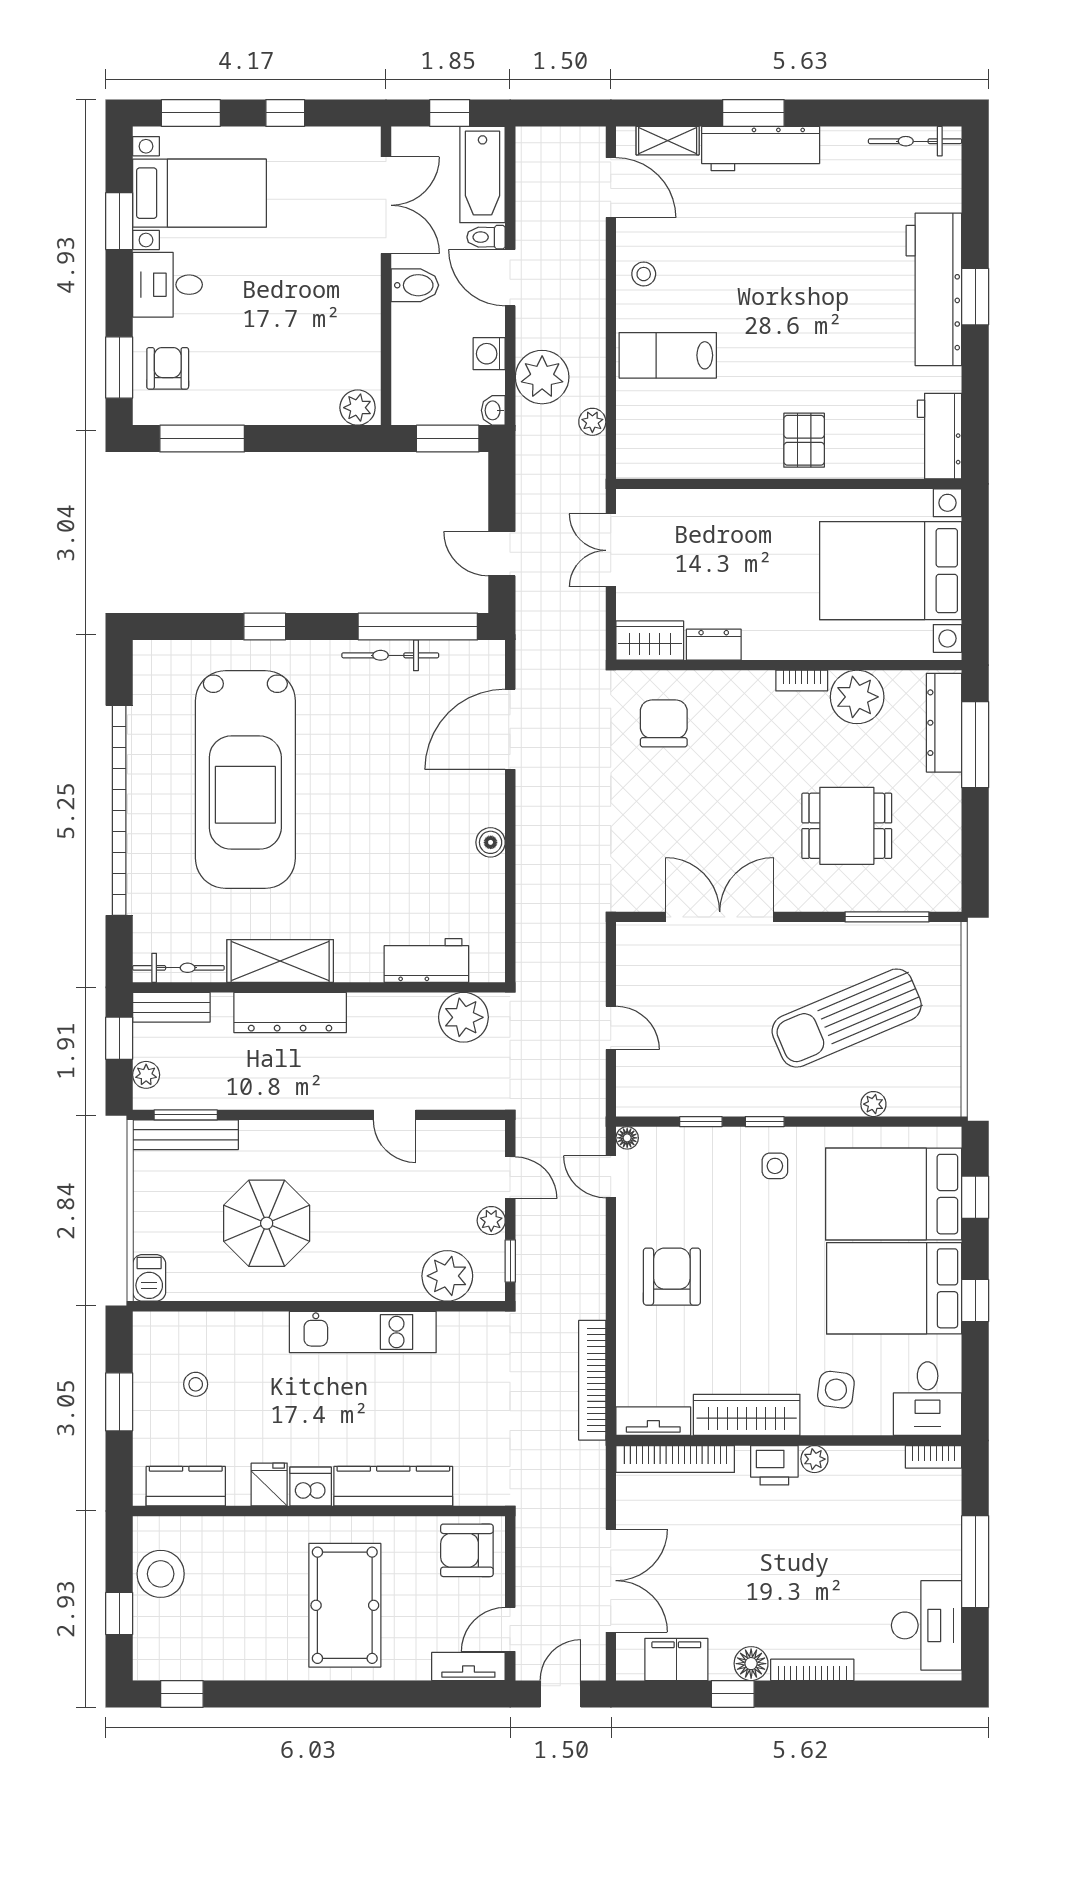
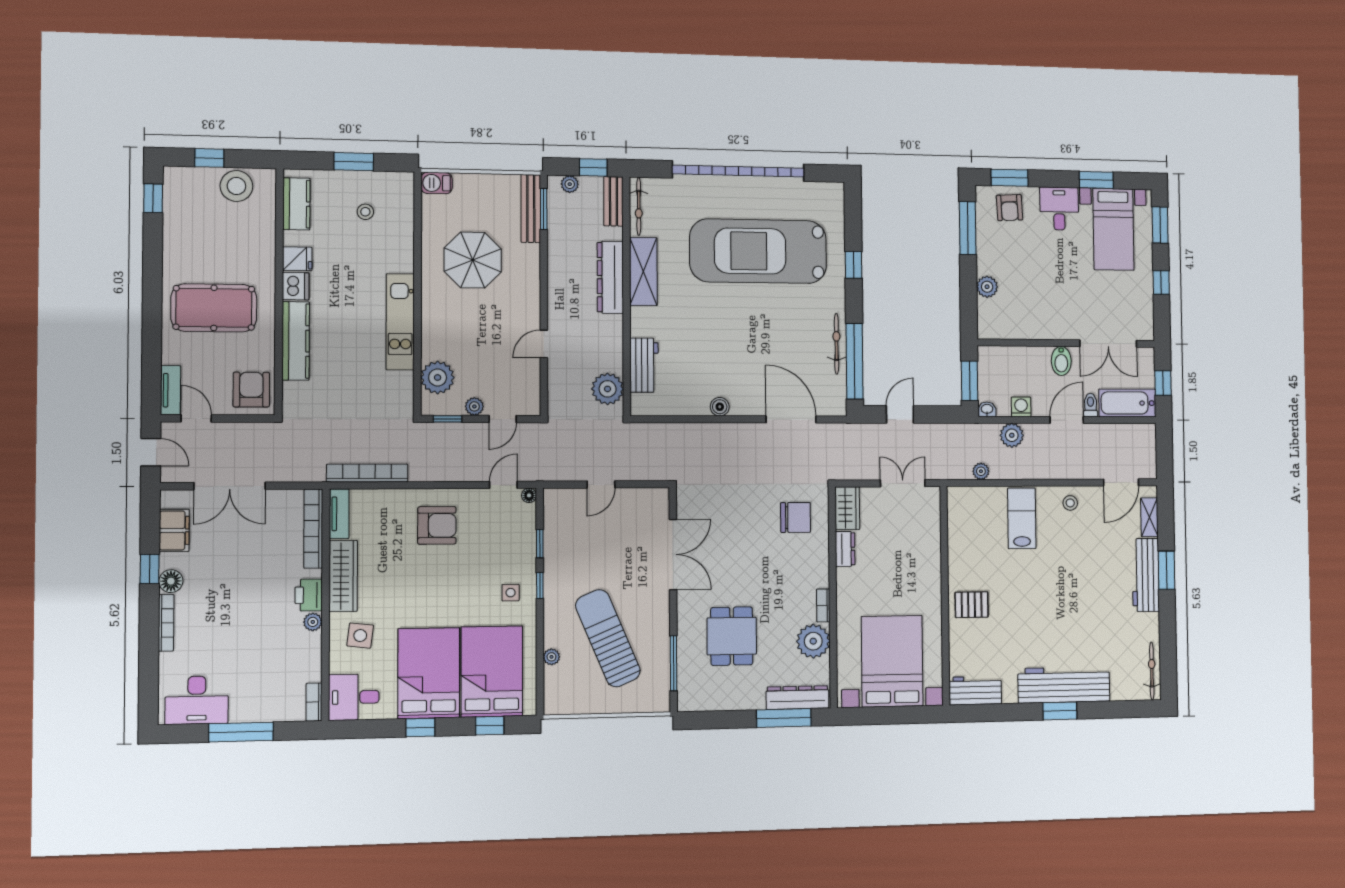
armchair: (168, 368) -> (1009, 208), turned 87
plant: (542, 377) -> (1012, 435), width x0.73, depth x0.73
plant: (358, 408) -> (987, 287), moved

